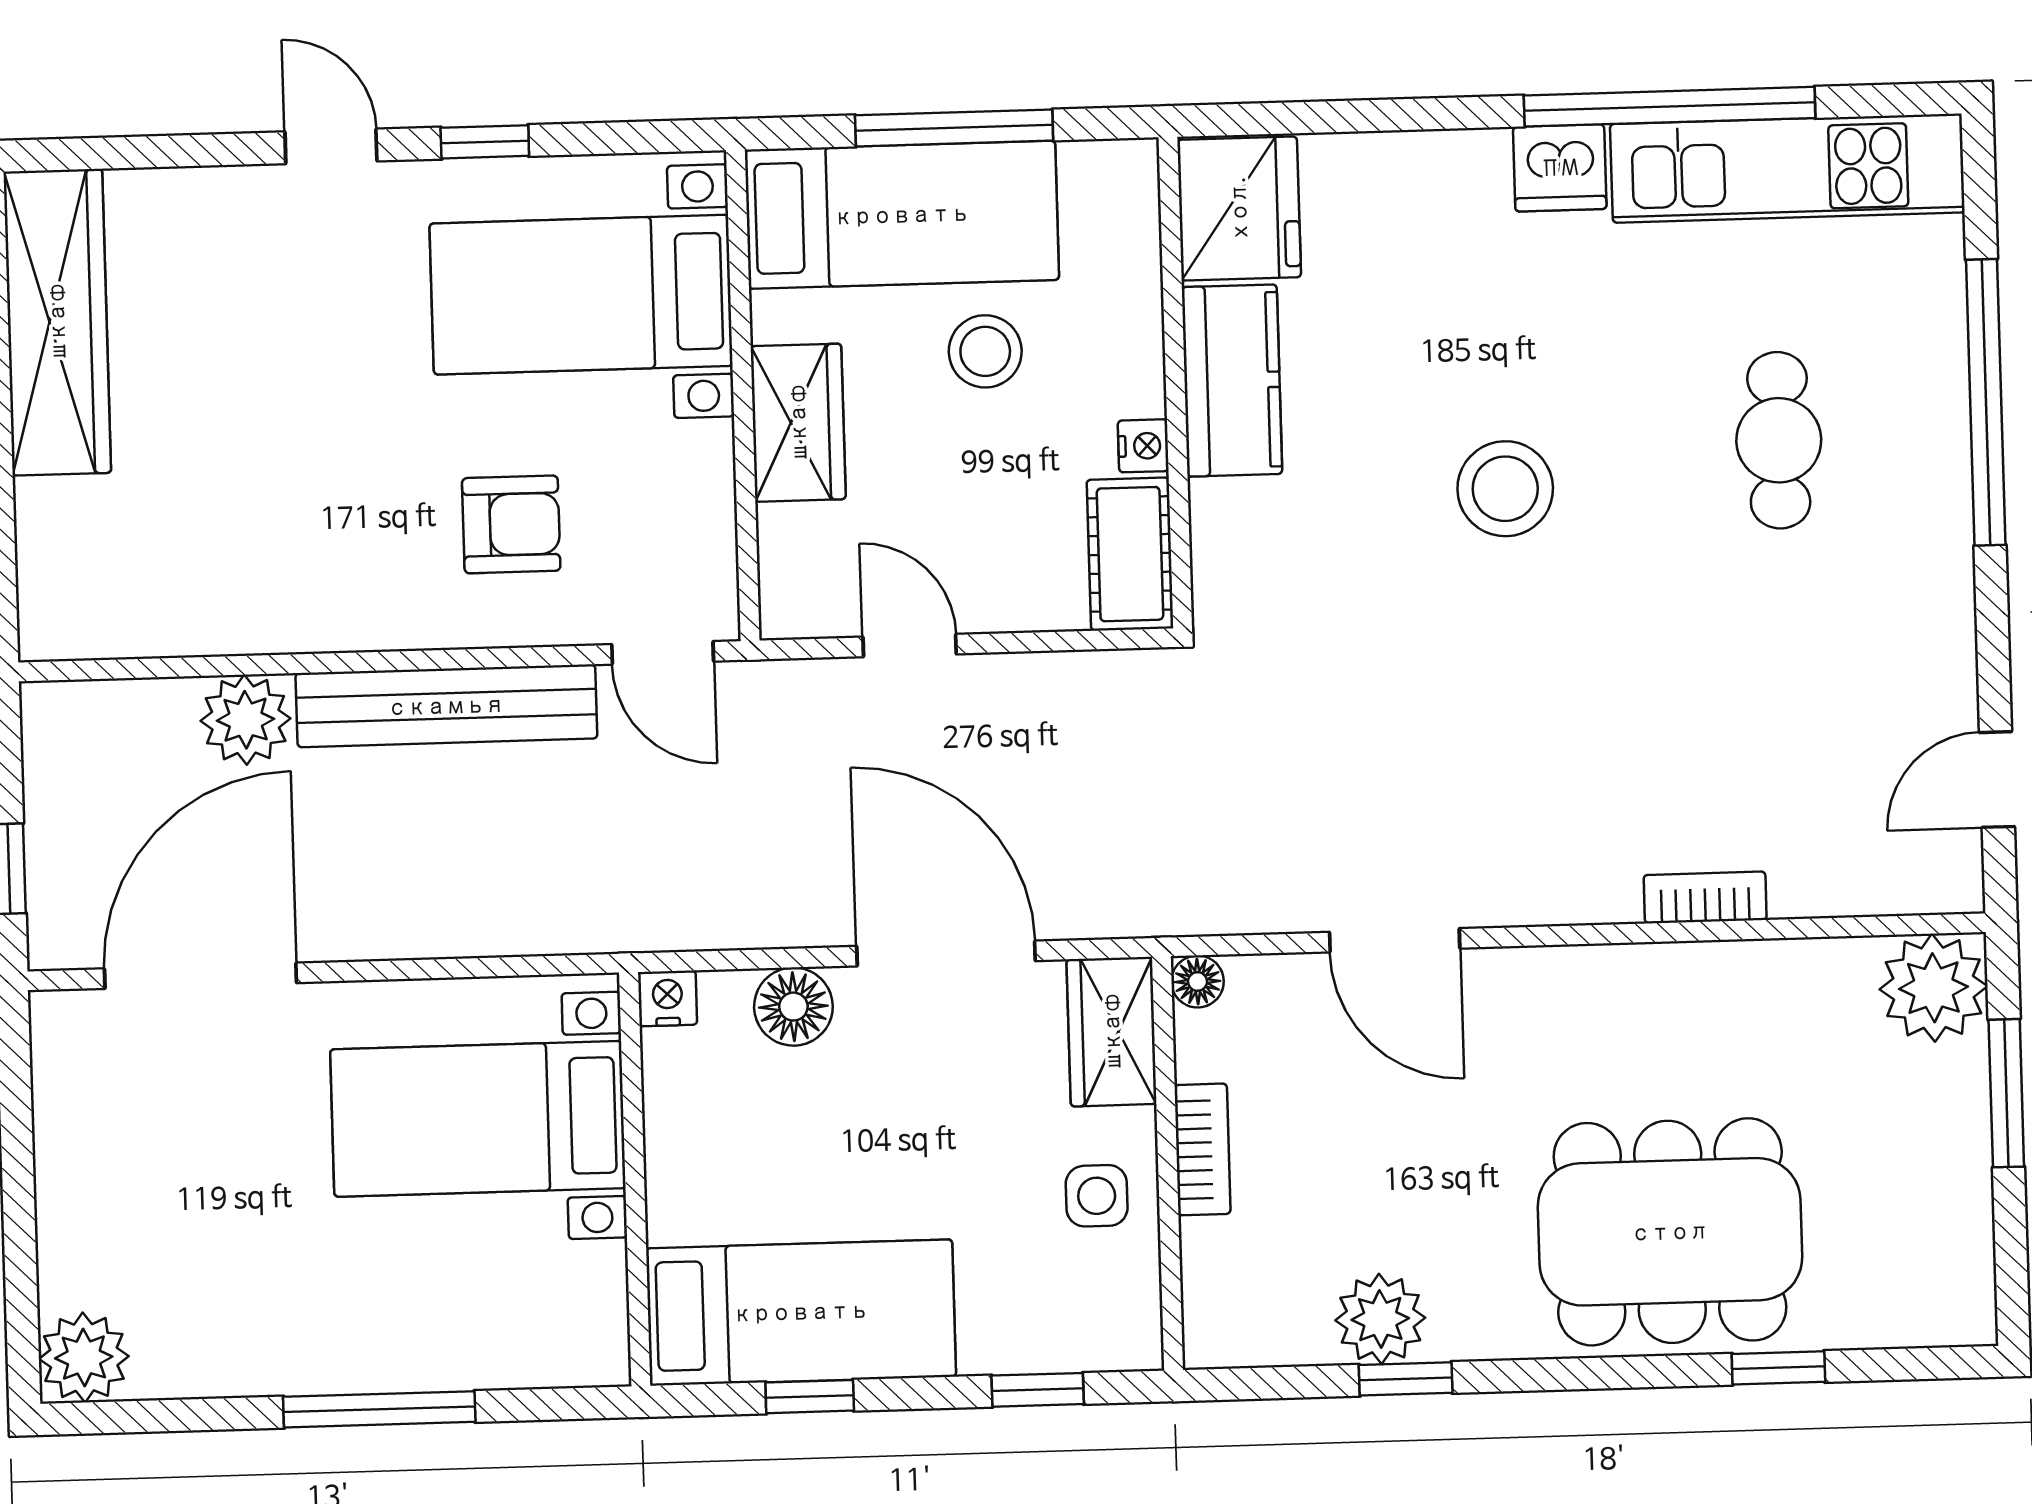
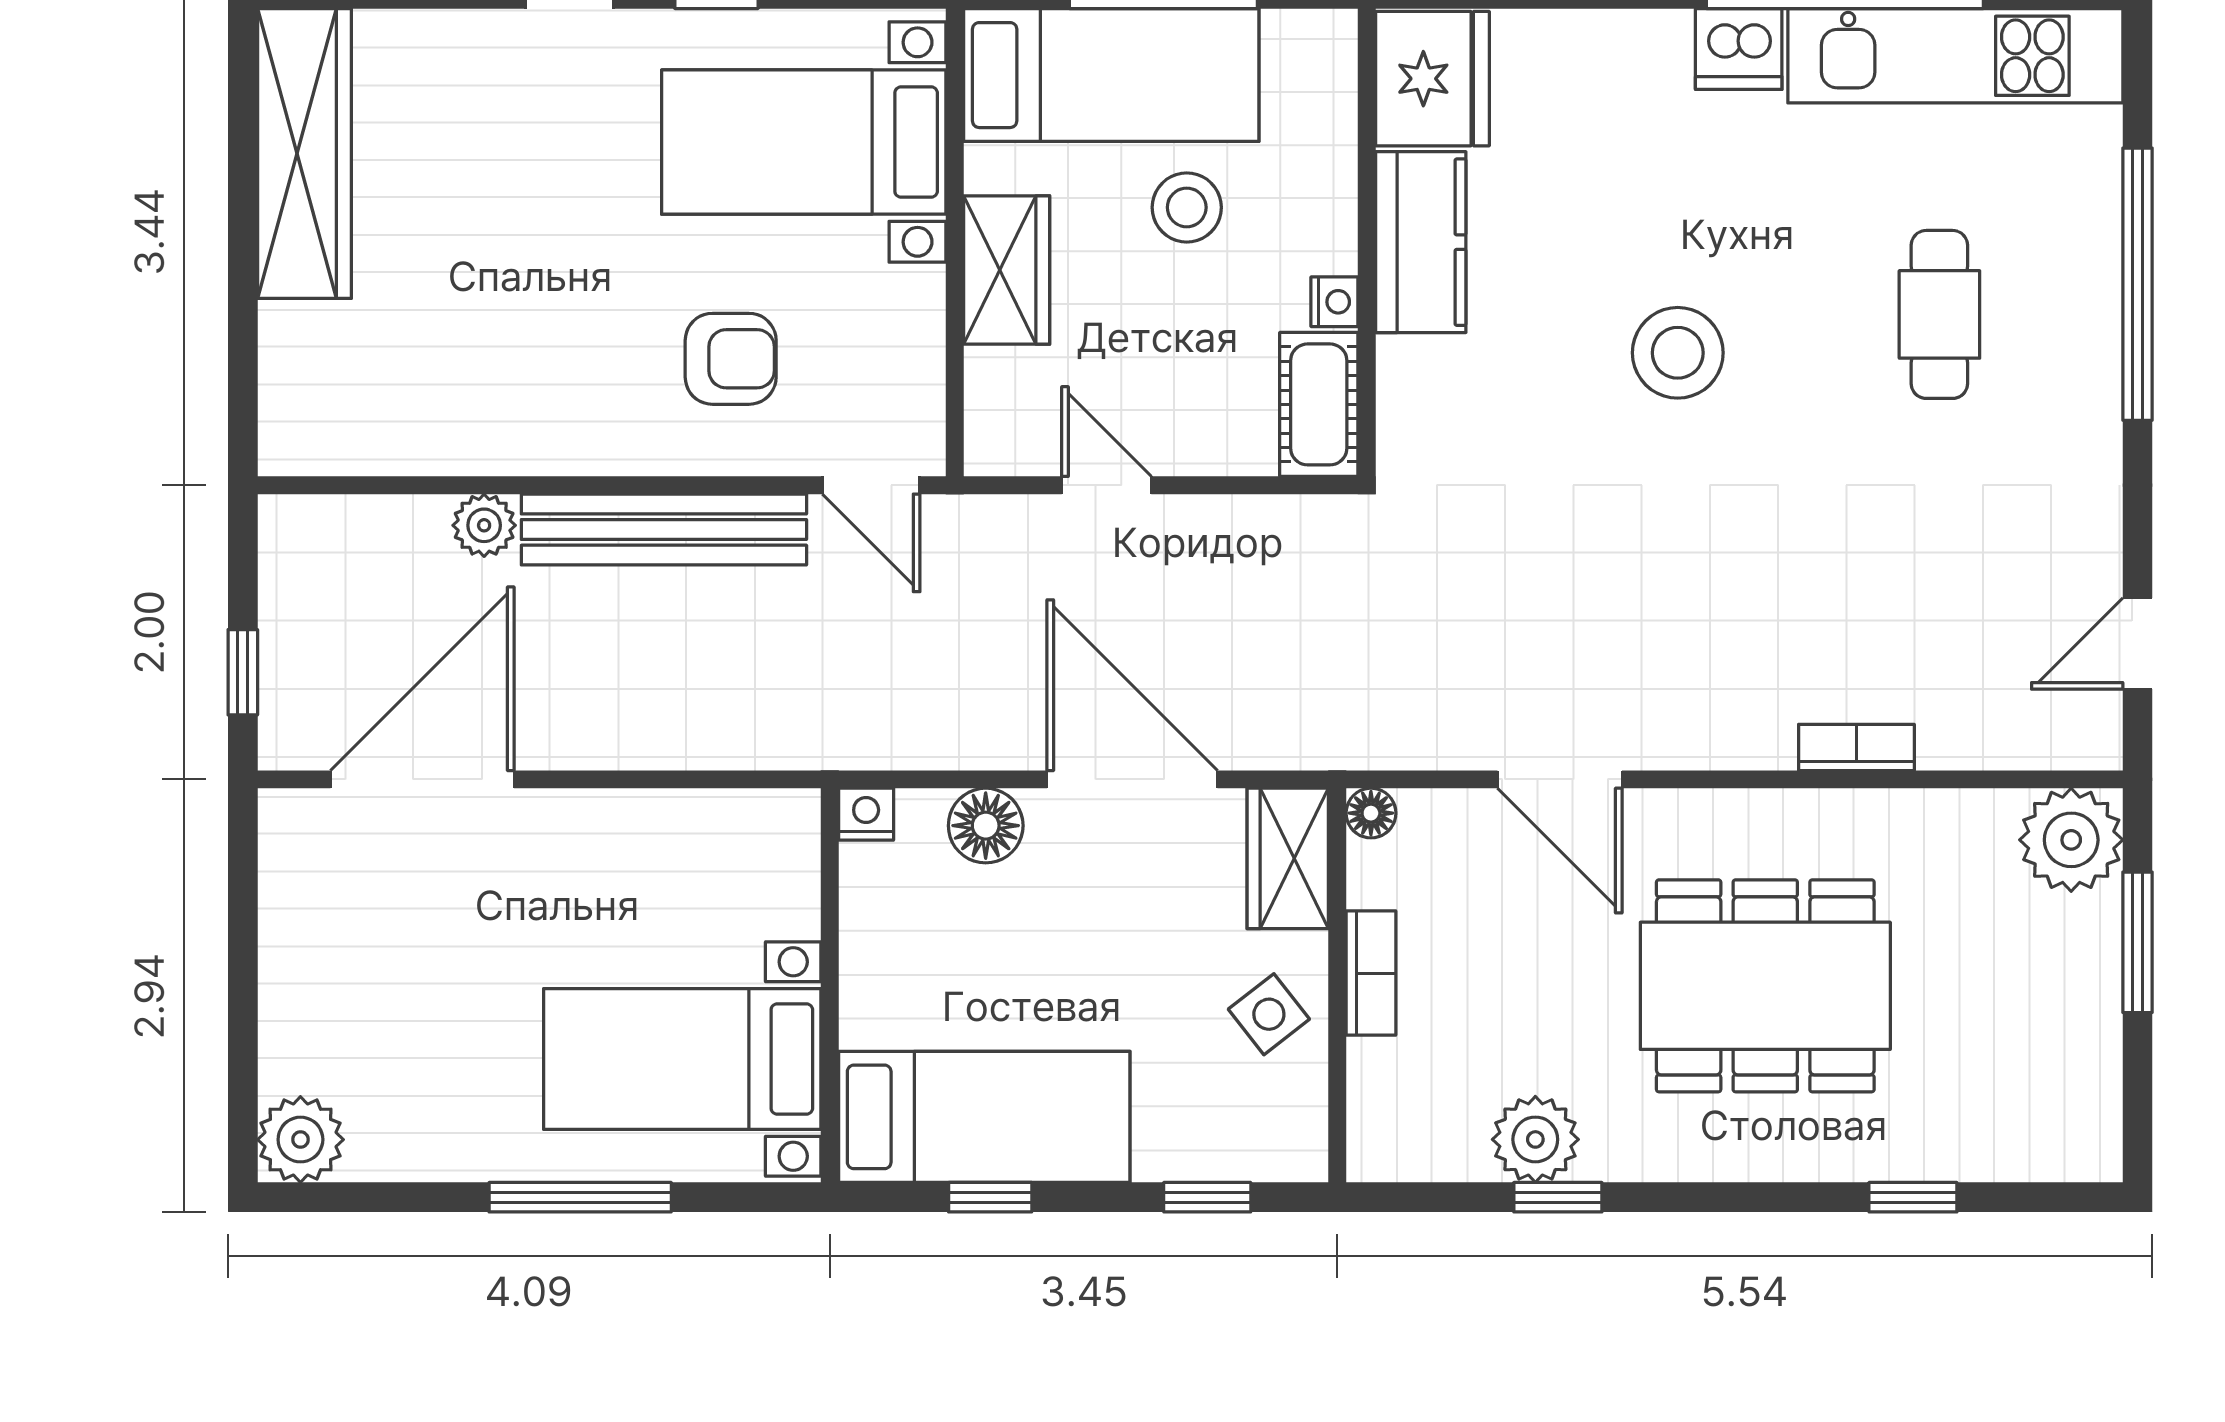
plant: (246, 720) -> (484, 525), width x0.73, depth x0.73
bed with nightstands: (478, 1119) -> (682, 1059), moved
side table: (1097, 1196) -> (1269, 1014), turned -38
dining table: (1670, 1232) -> (1765, 986), moved

